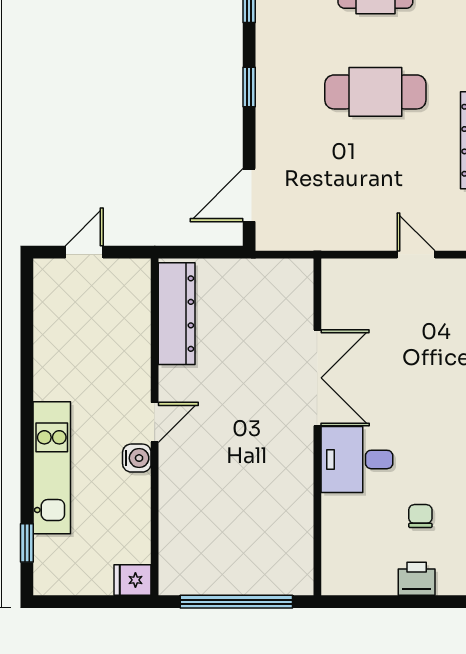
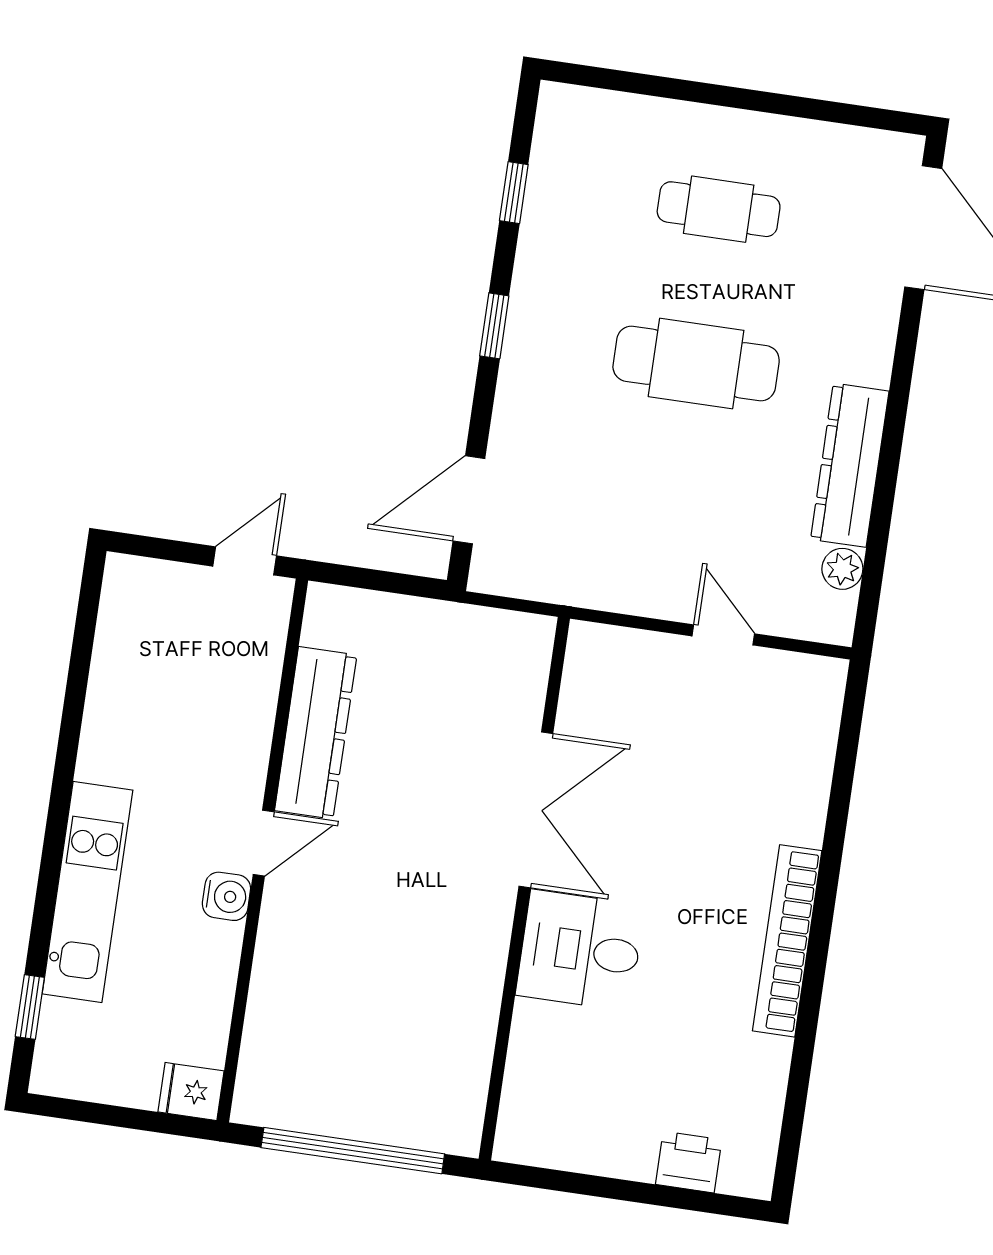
door: (84, 252) -> (245, 561), moved
dresser: (177, 314) -> (316, 733), moved
chair: (420, 516) -> (669, 1056), removed
printer: (417, 579) -> (689, 1162), moved

